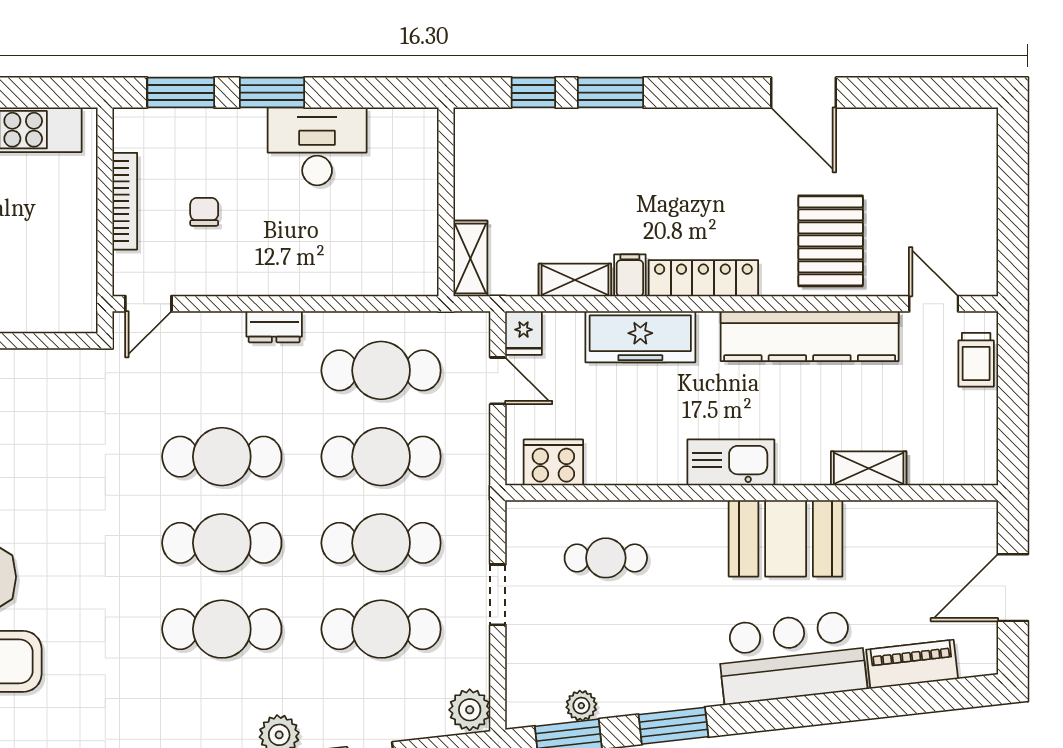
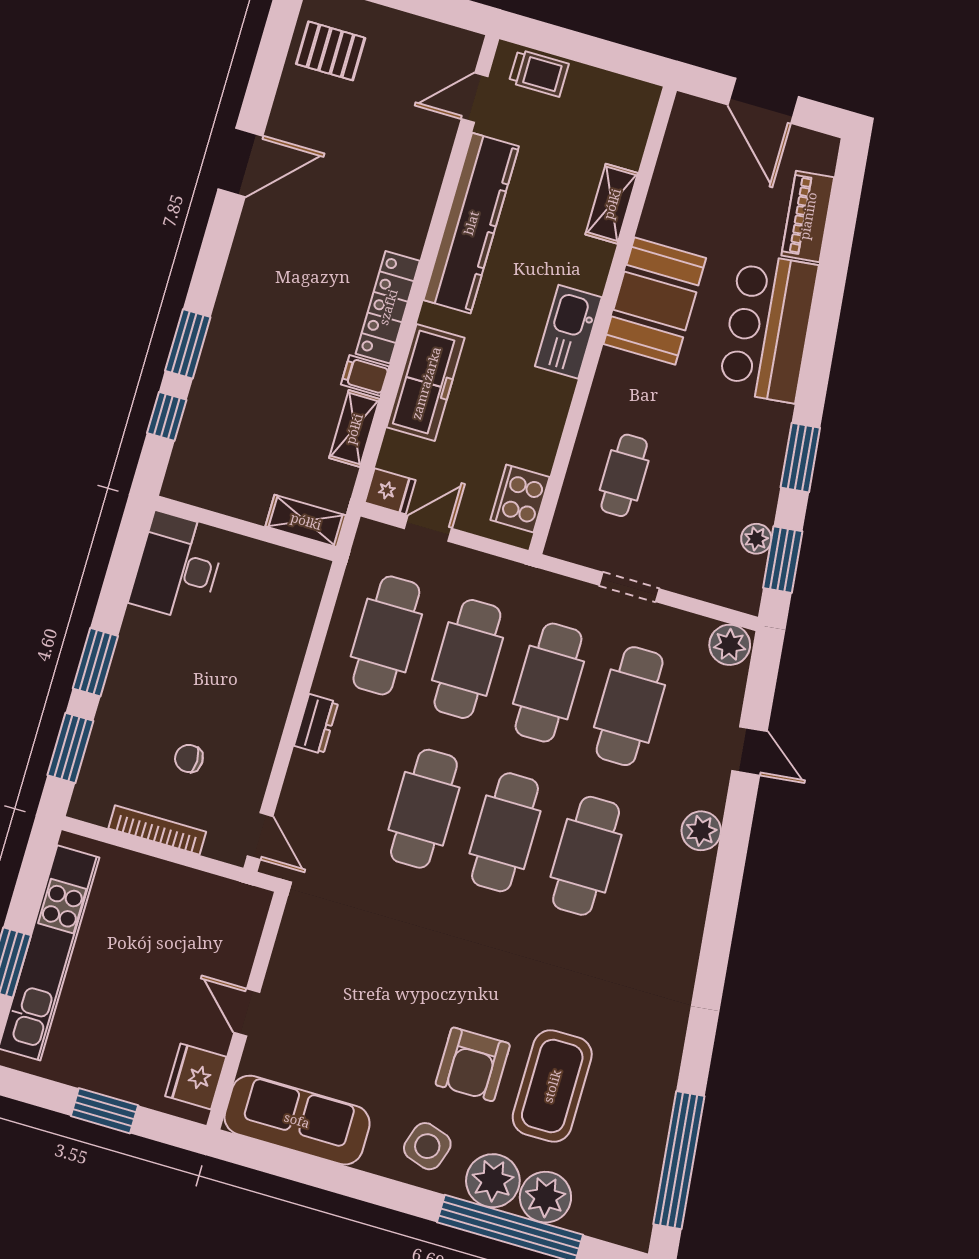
desk: (317, 146) -> (178, 567), moved
pallet: (831, 241) -> (331, 51), moved, width x0.67, depth x0.71

